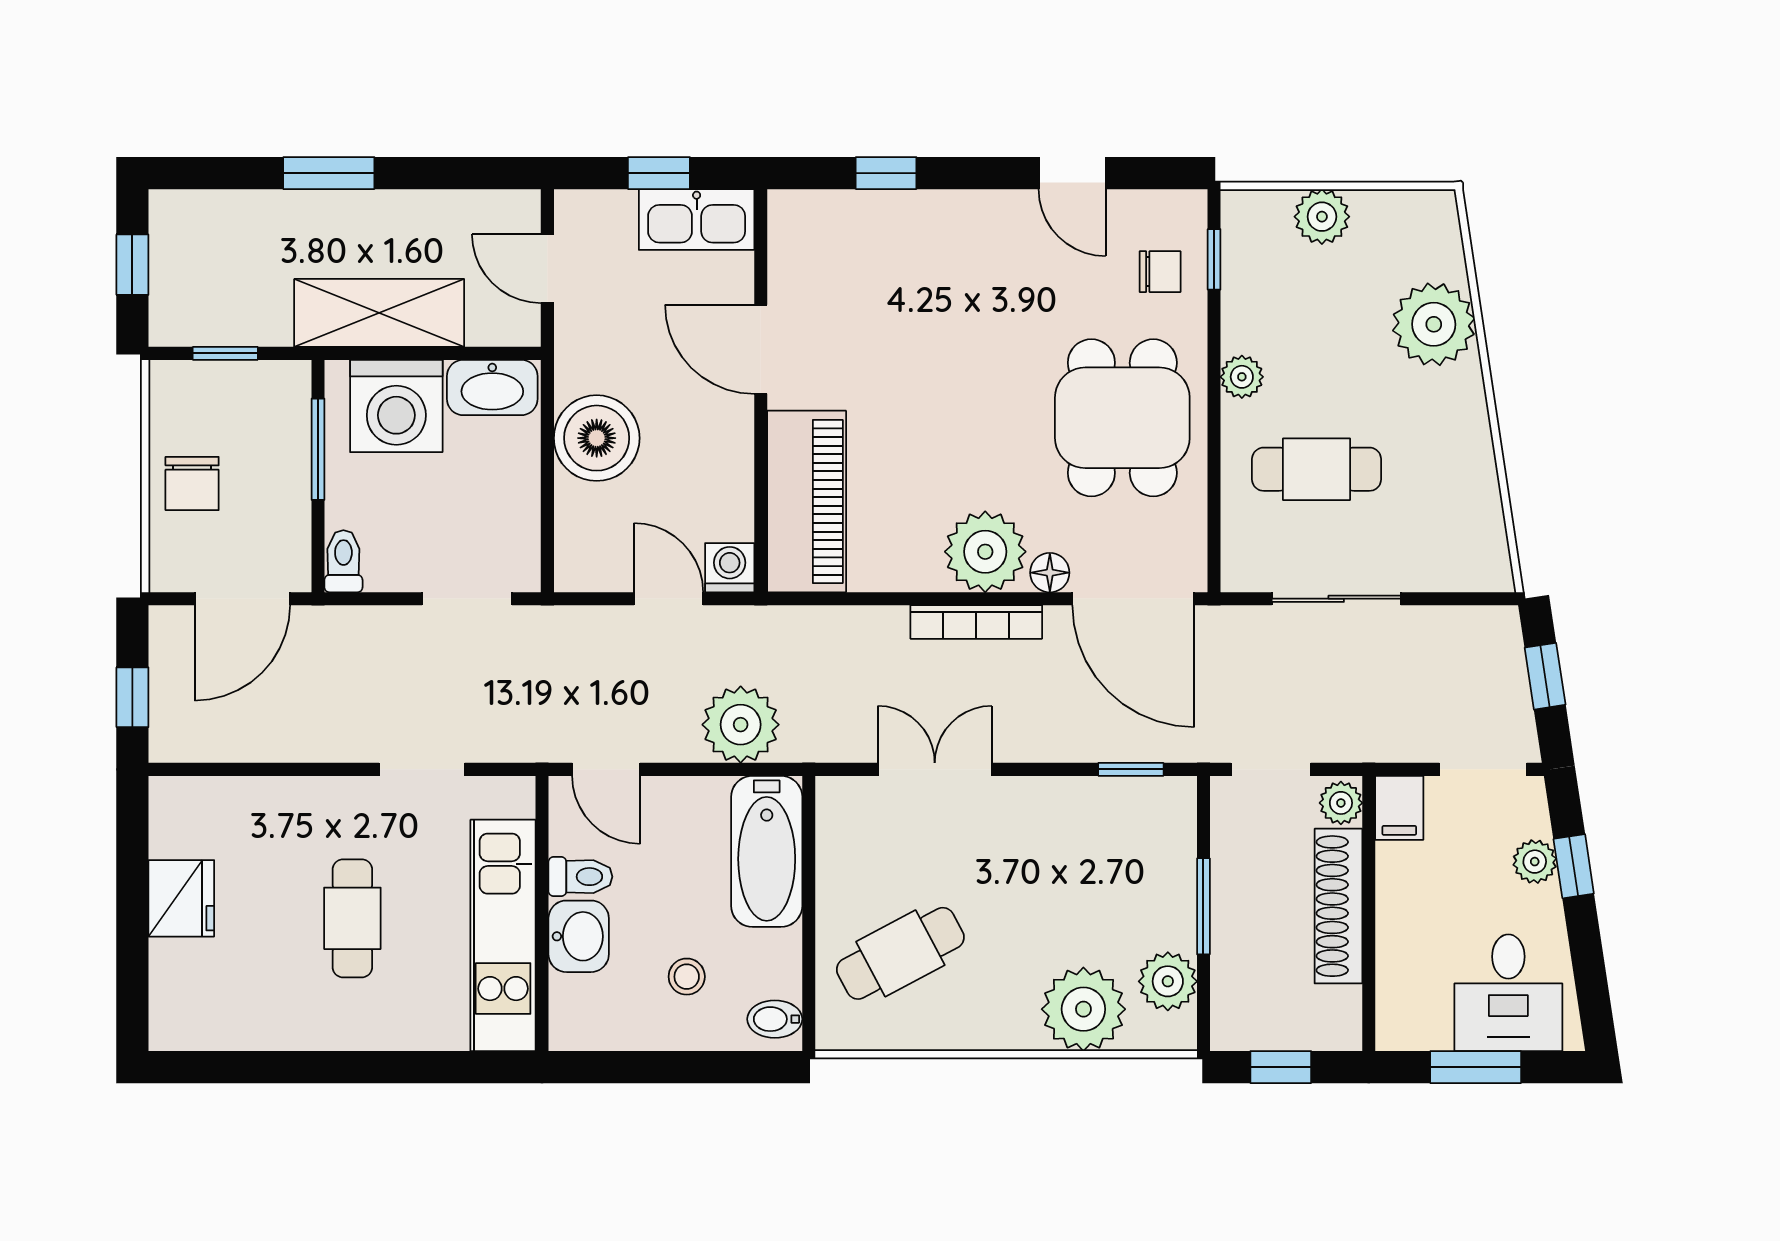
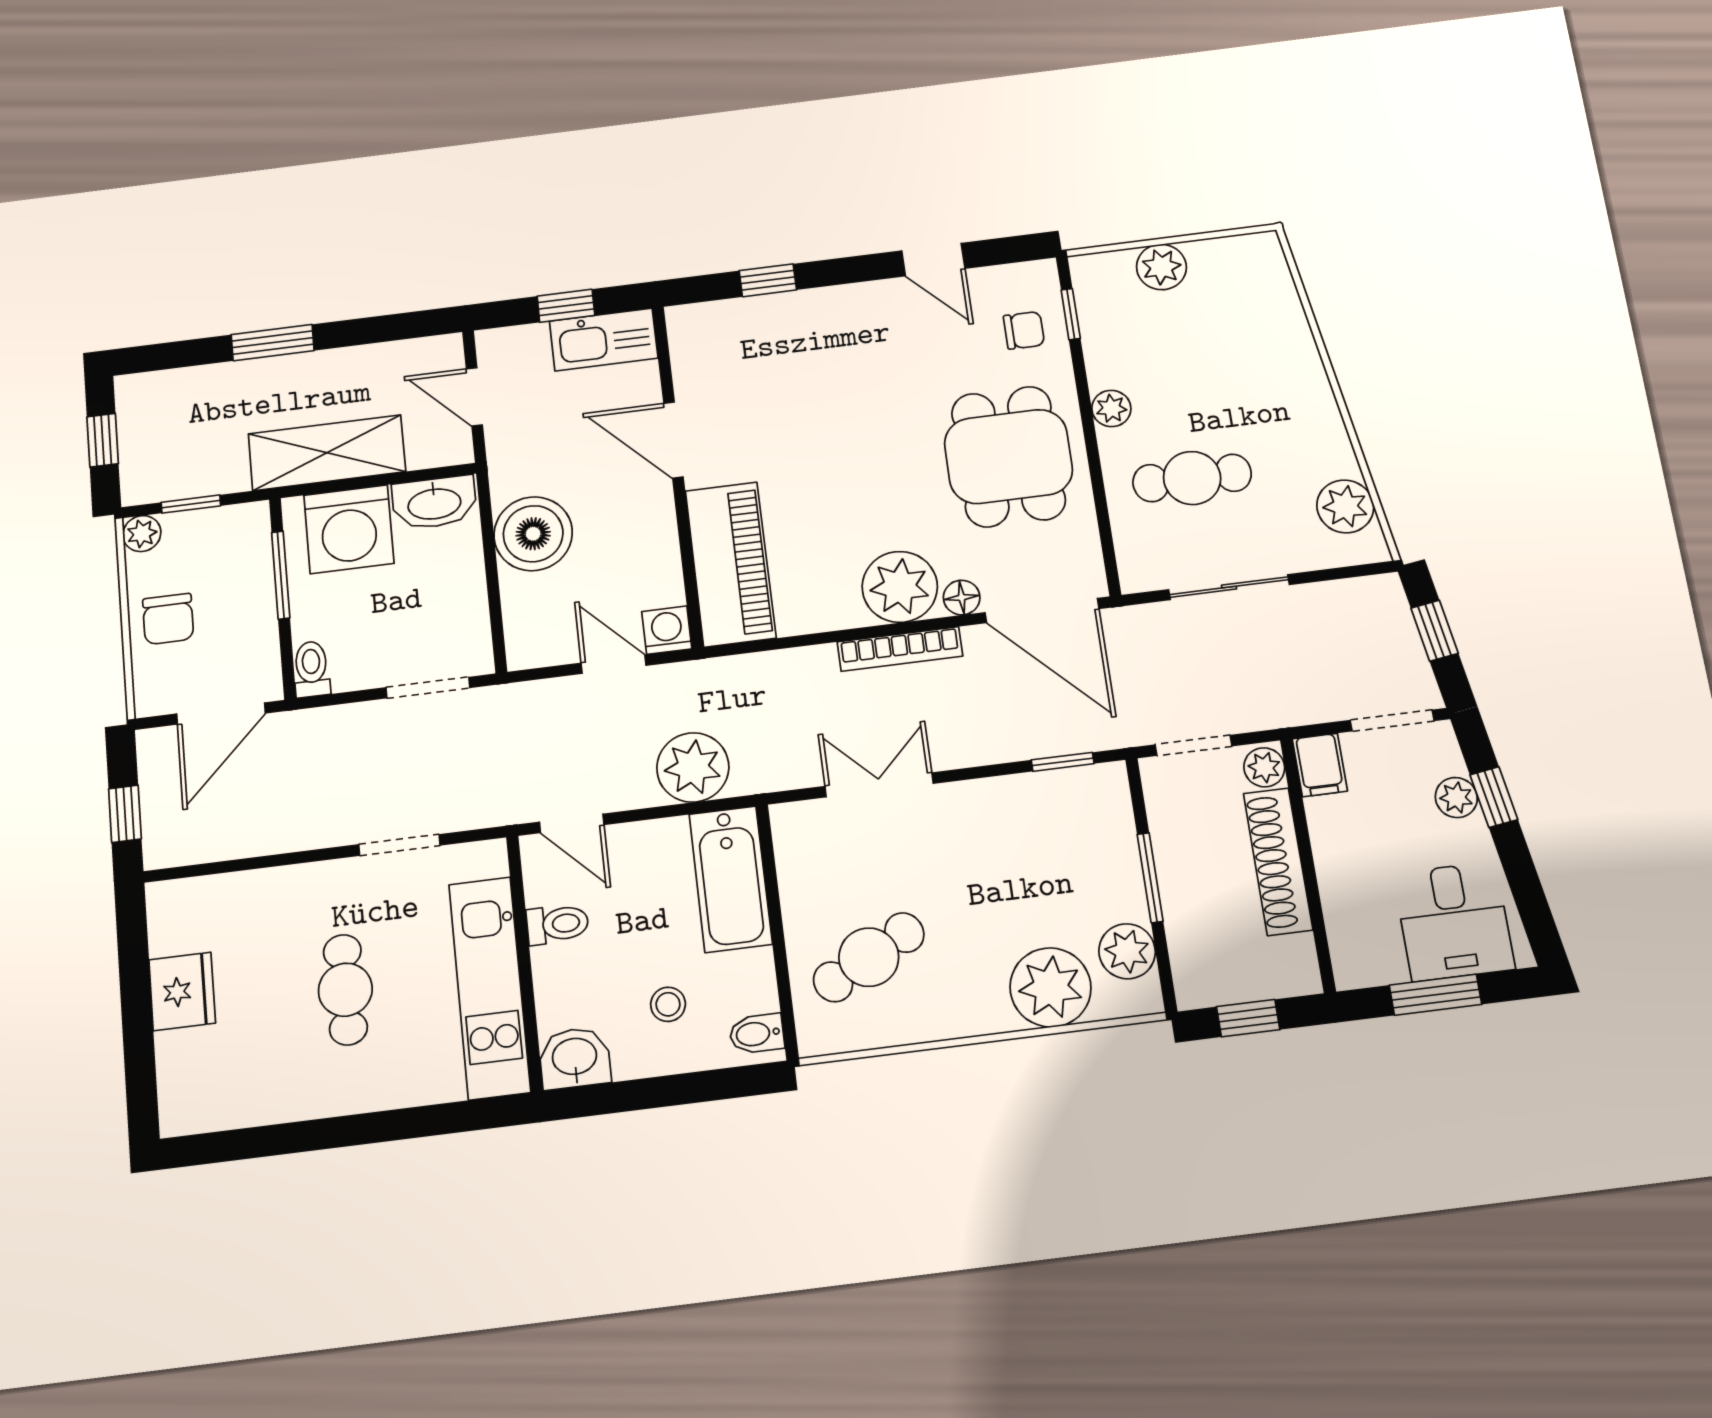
plant: (1434, 324) -> (1345, 506), moved, width x0.73, depth x0.73
plant: (169, 381) -> (142, 534), added
washbasin: (579, 936) -> (575, 1058), moved, turned -90

